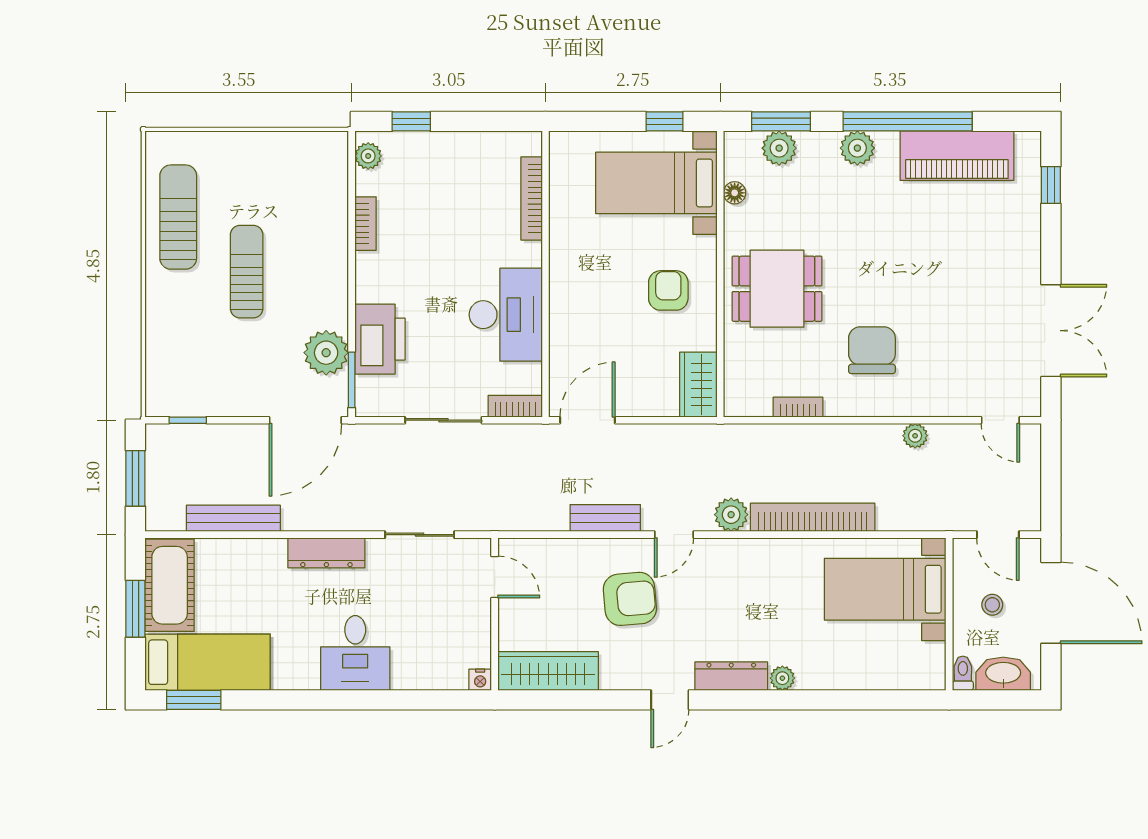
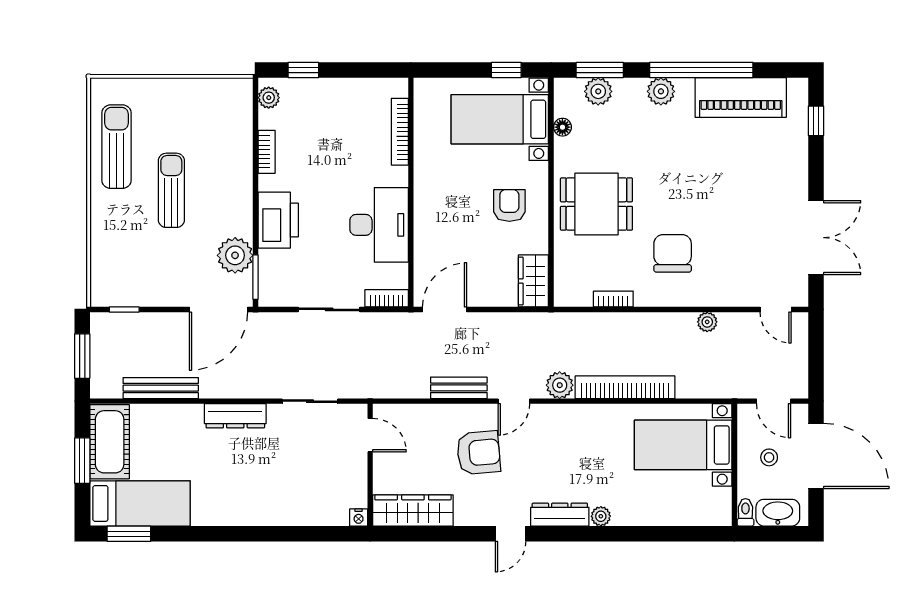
printer: (380, 339) -> (278, 220), moved
desk: (355, 653) -> (258, 496), removed

